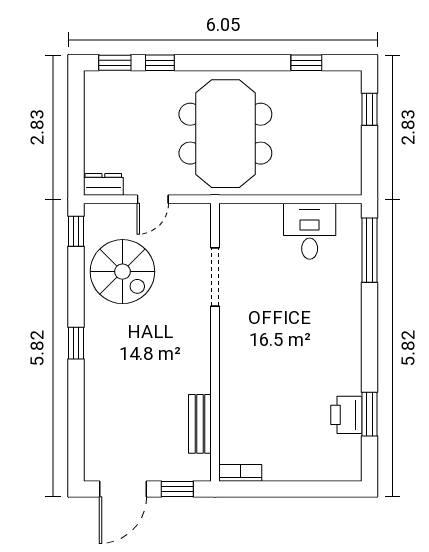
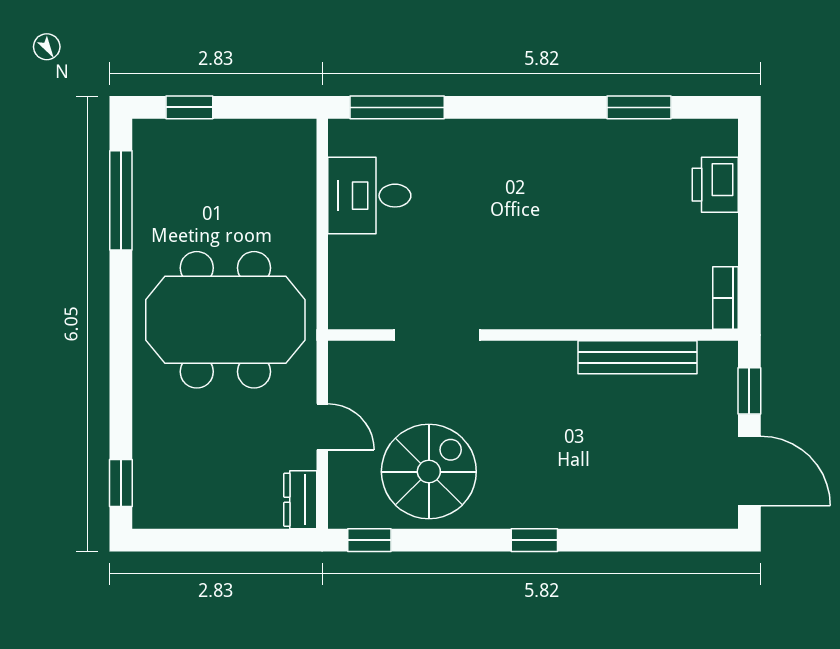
window: (160, 63) -> (121, 416), removed
window: (306, 63) -> (121, 200), width x2.17
printer: (346, 415) -> (715, 185), moved, turned 90
bench: (200, 424) -> (637, 357), width x1.36

